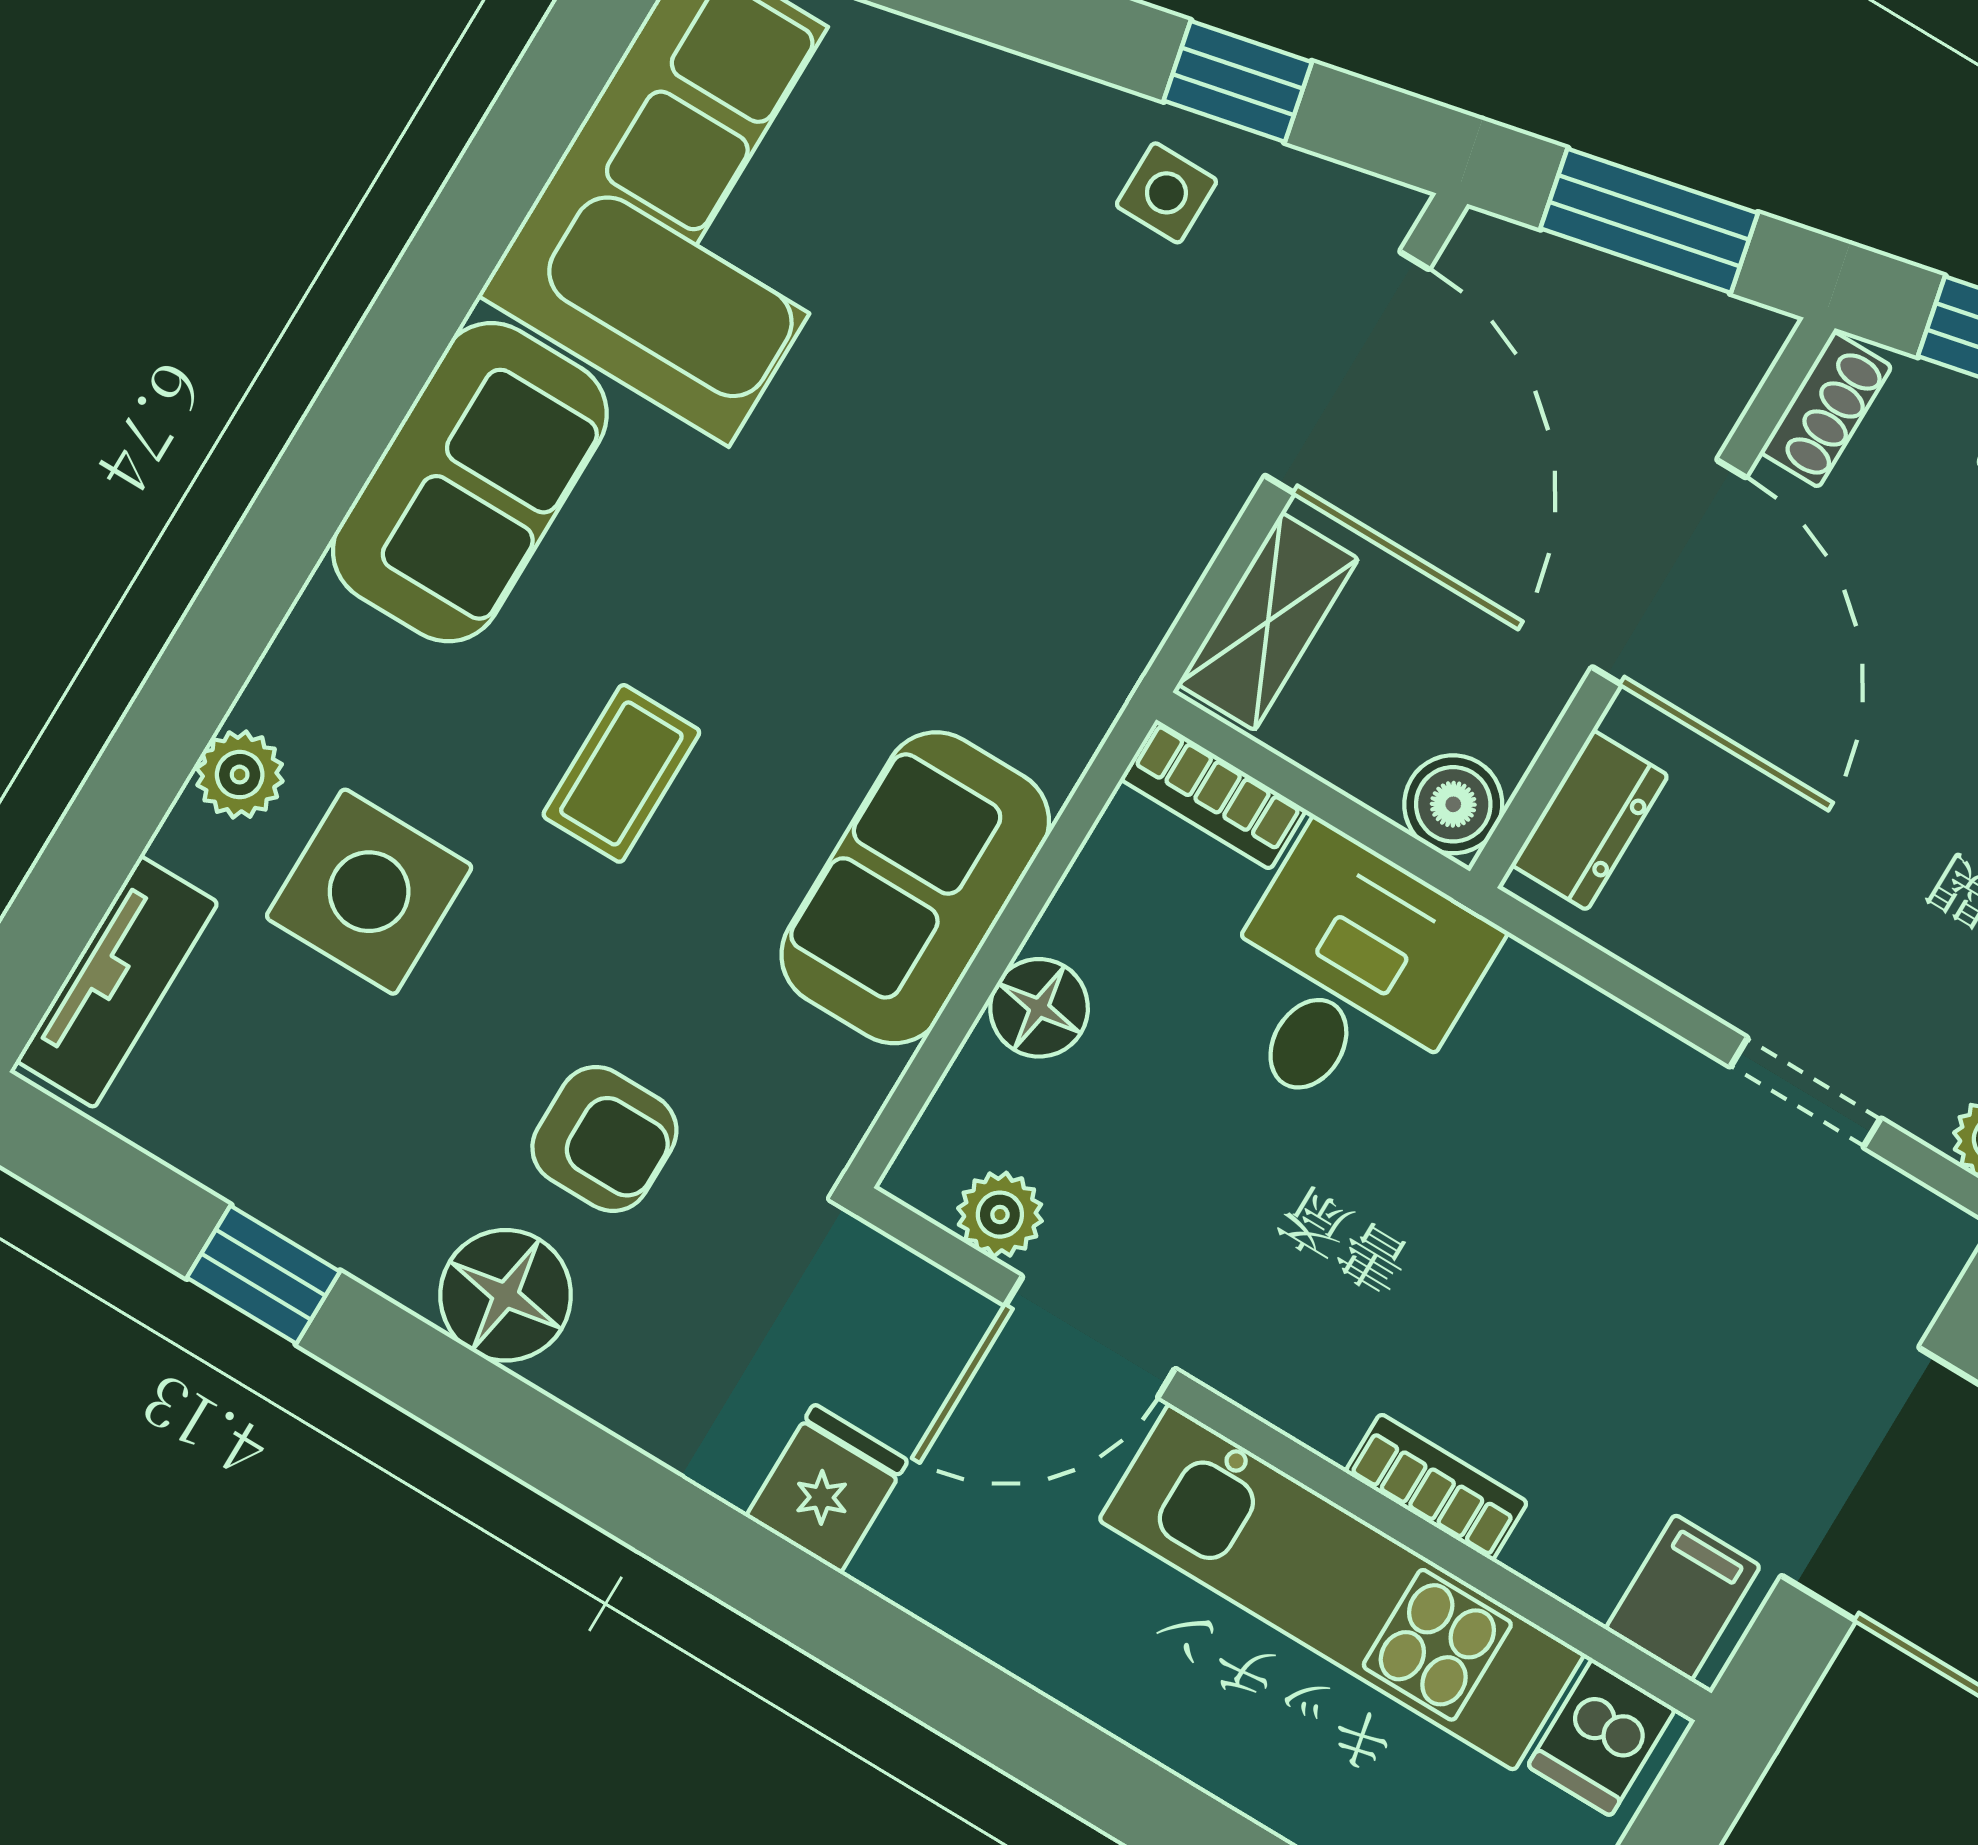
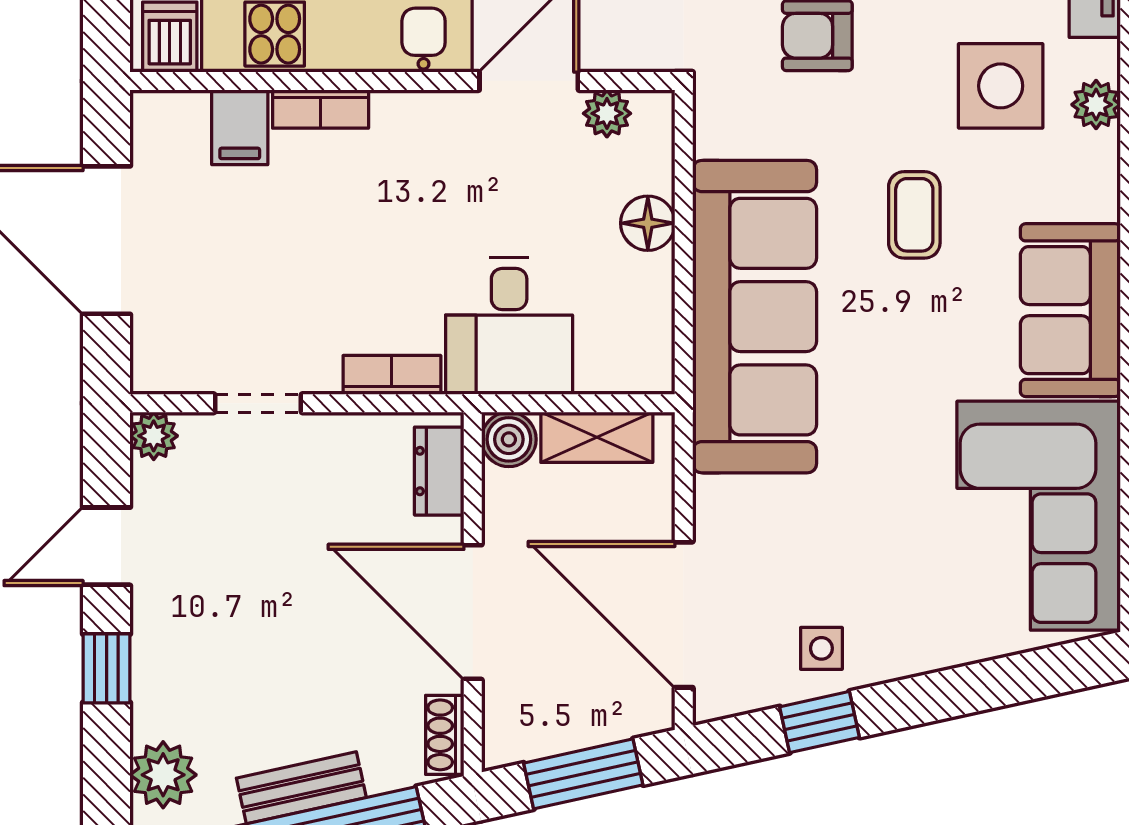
shelving: (1268, 621) -> (597, 437), moved, turned 90
bookcase: (1213, 795) -> (392, 375), moved
sofa: (915, 888) -> (755, 317), width x1.85, depth x1.27
filing cabinet: (1683, 1598) -> (240, 127), moved

